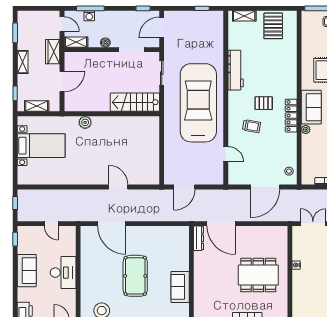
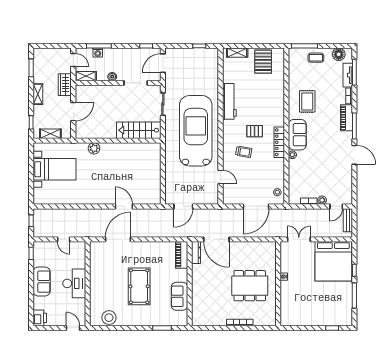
door: (112, 224) -> (118, 239), swing flipped
piano: (182, 241) -> (182, 255), added

